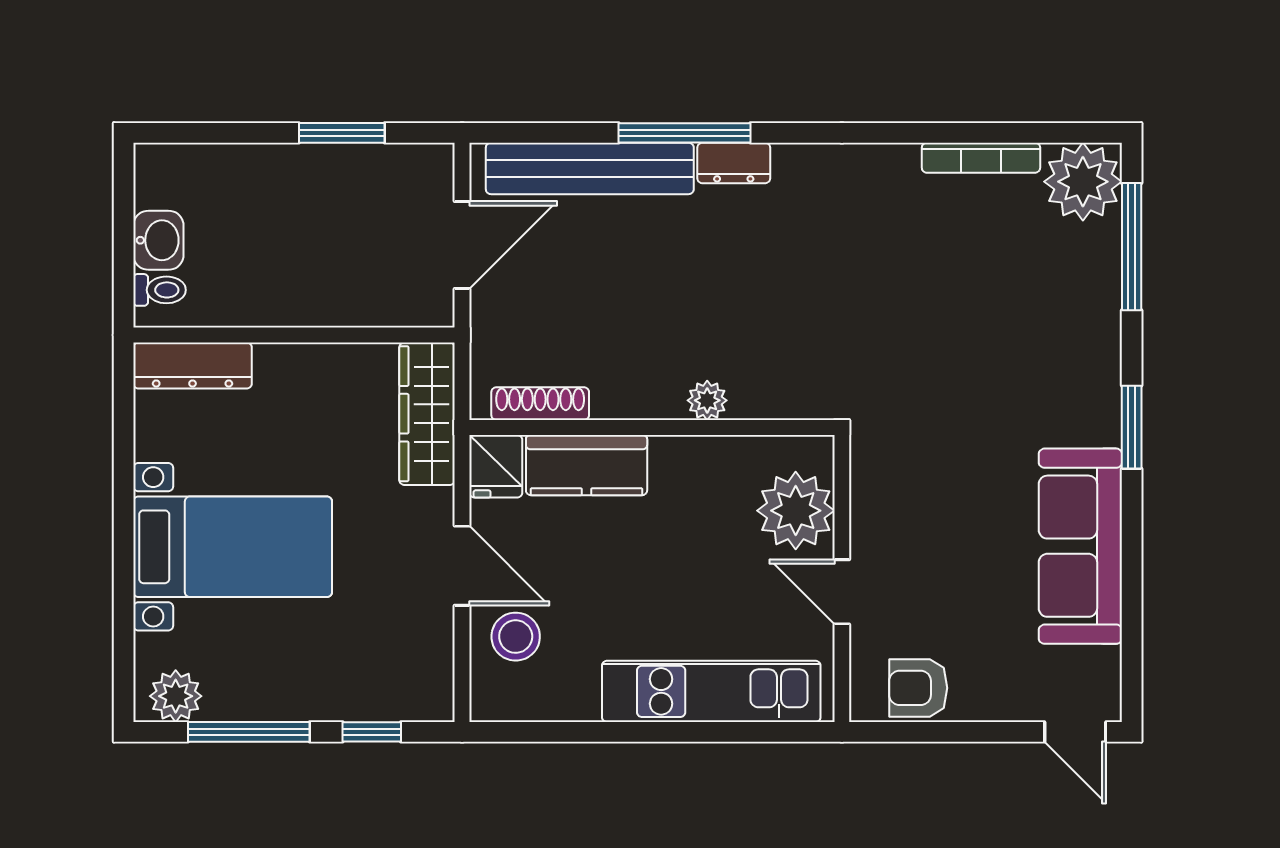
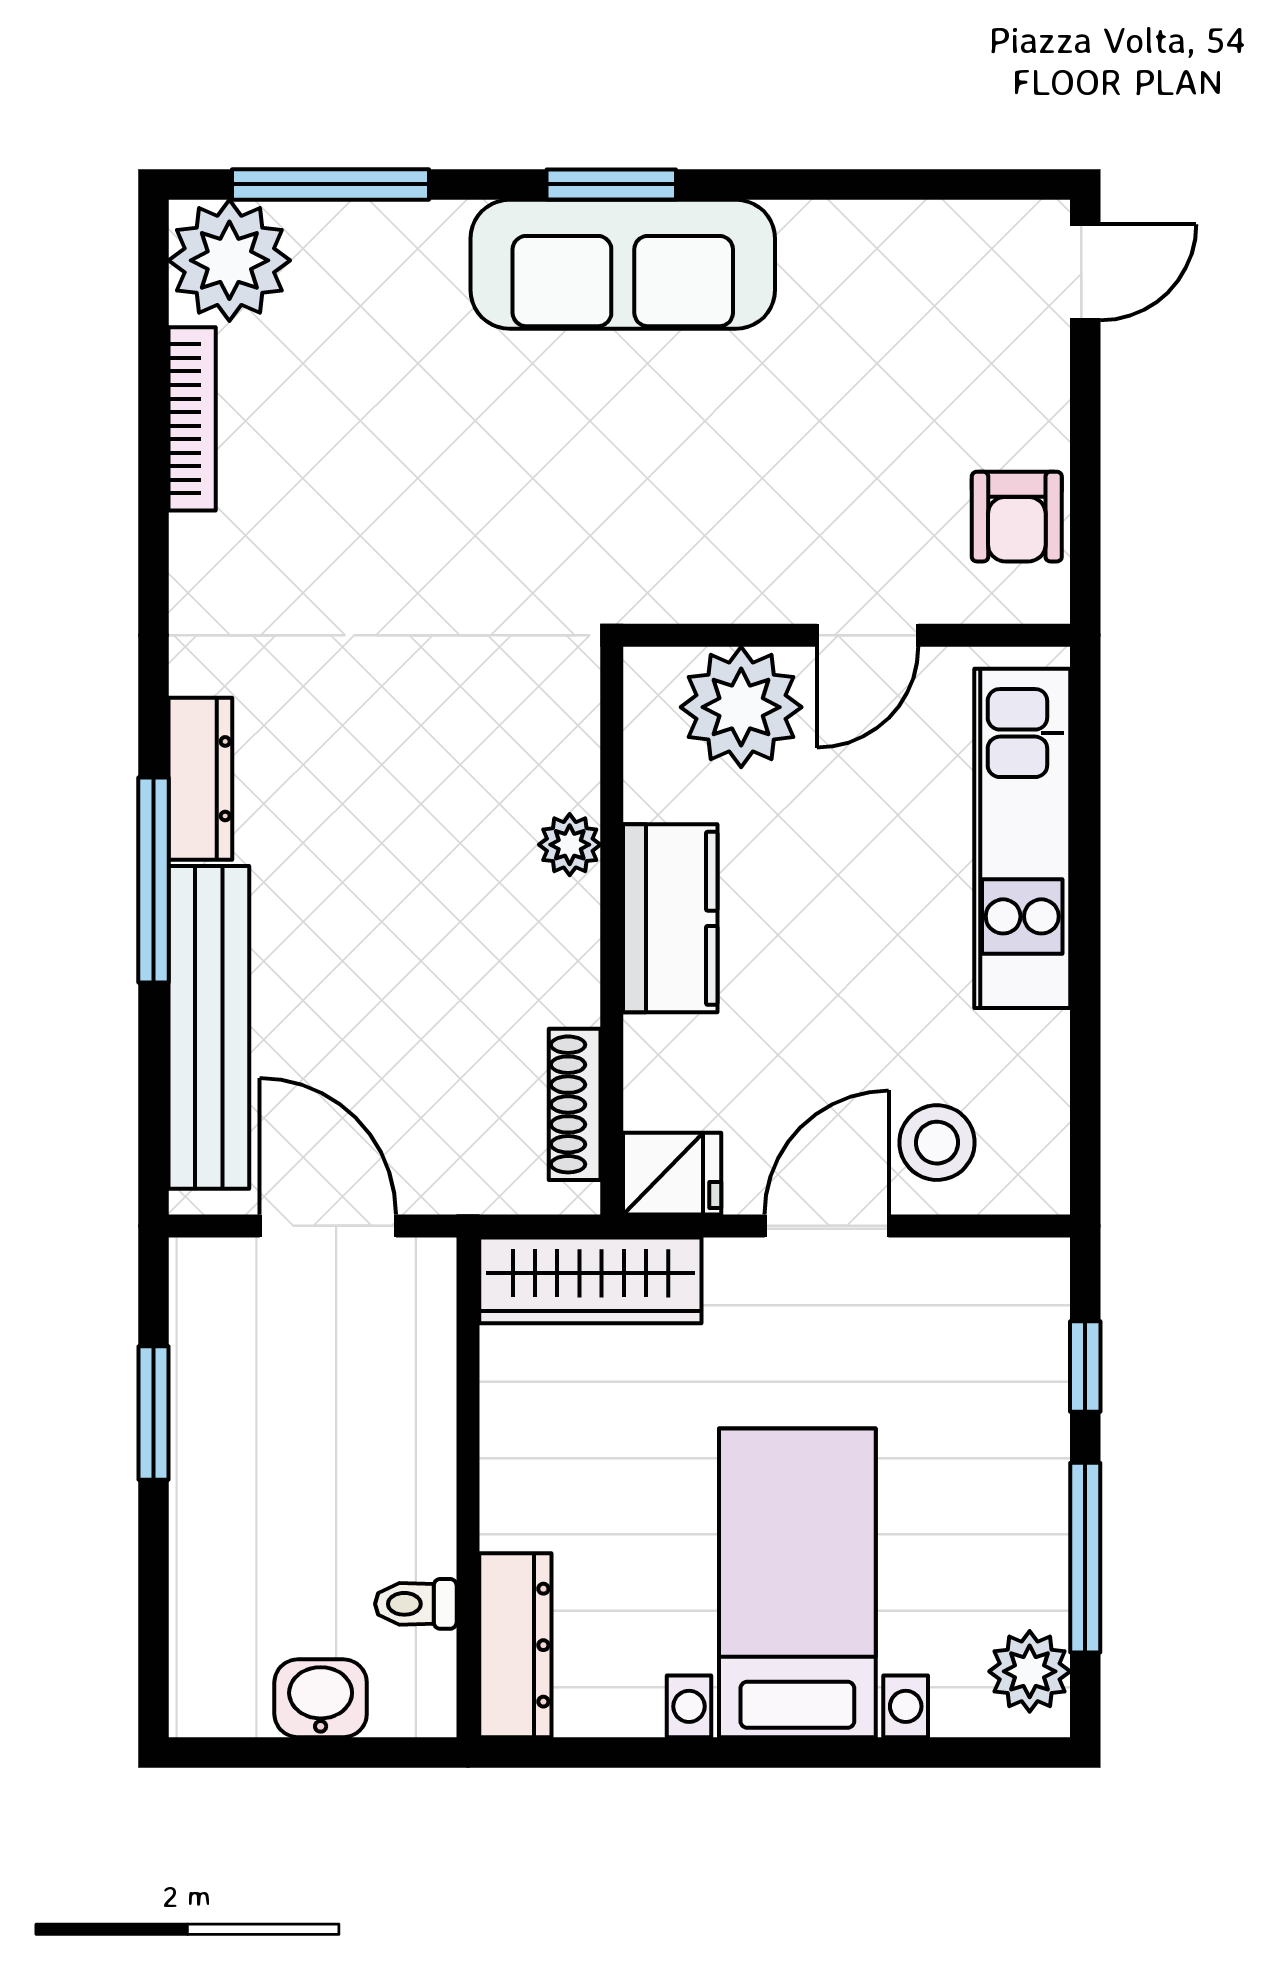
dresser: (734, 163) -> (200, 779), width x1.44
toilet: (160, 290) -> (416, 1604), moved, turned -90
kitchen counter: (587, 465) -> (670, 918), moved
sofa: (1080, 546) -> (623, 264), moved

